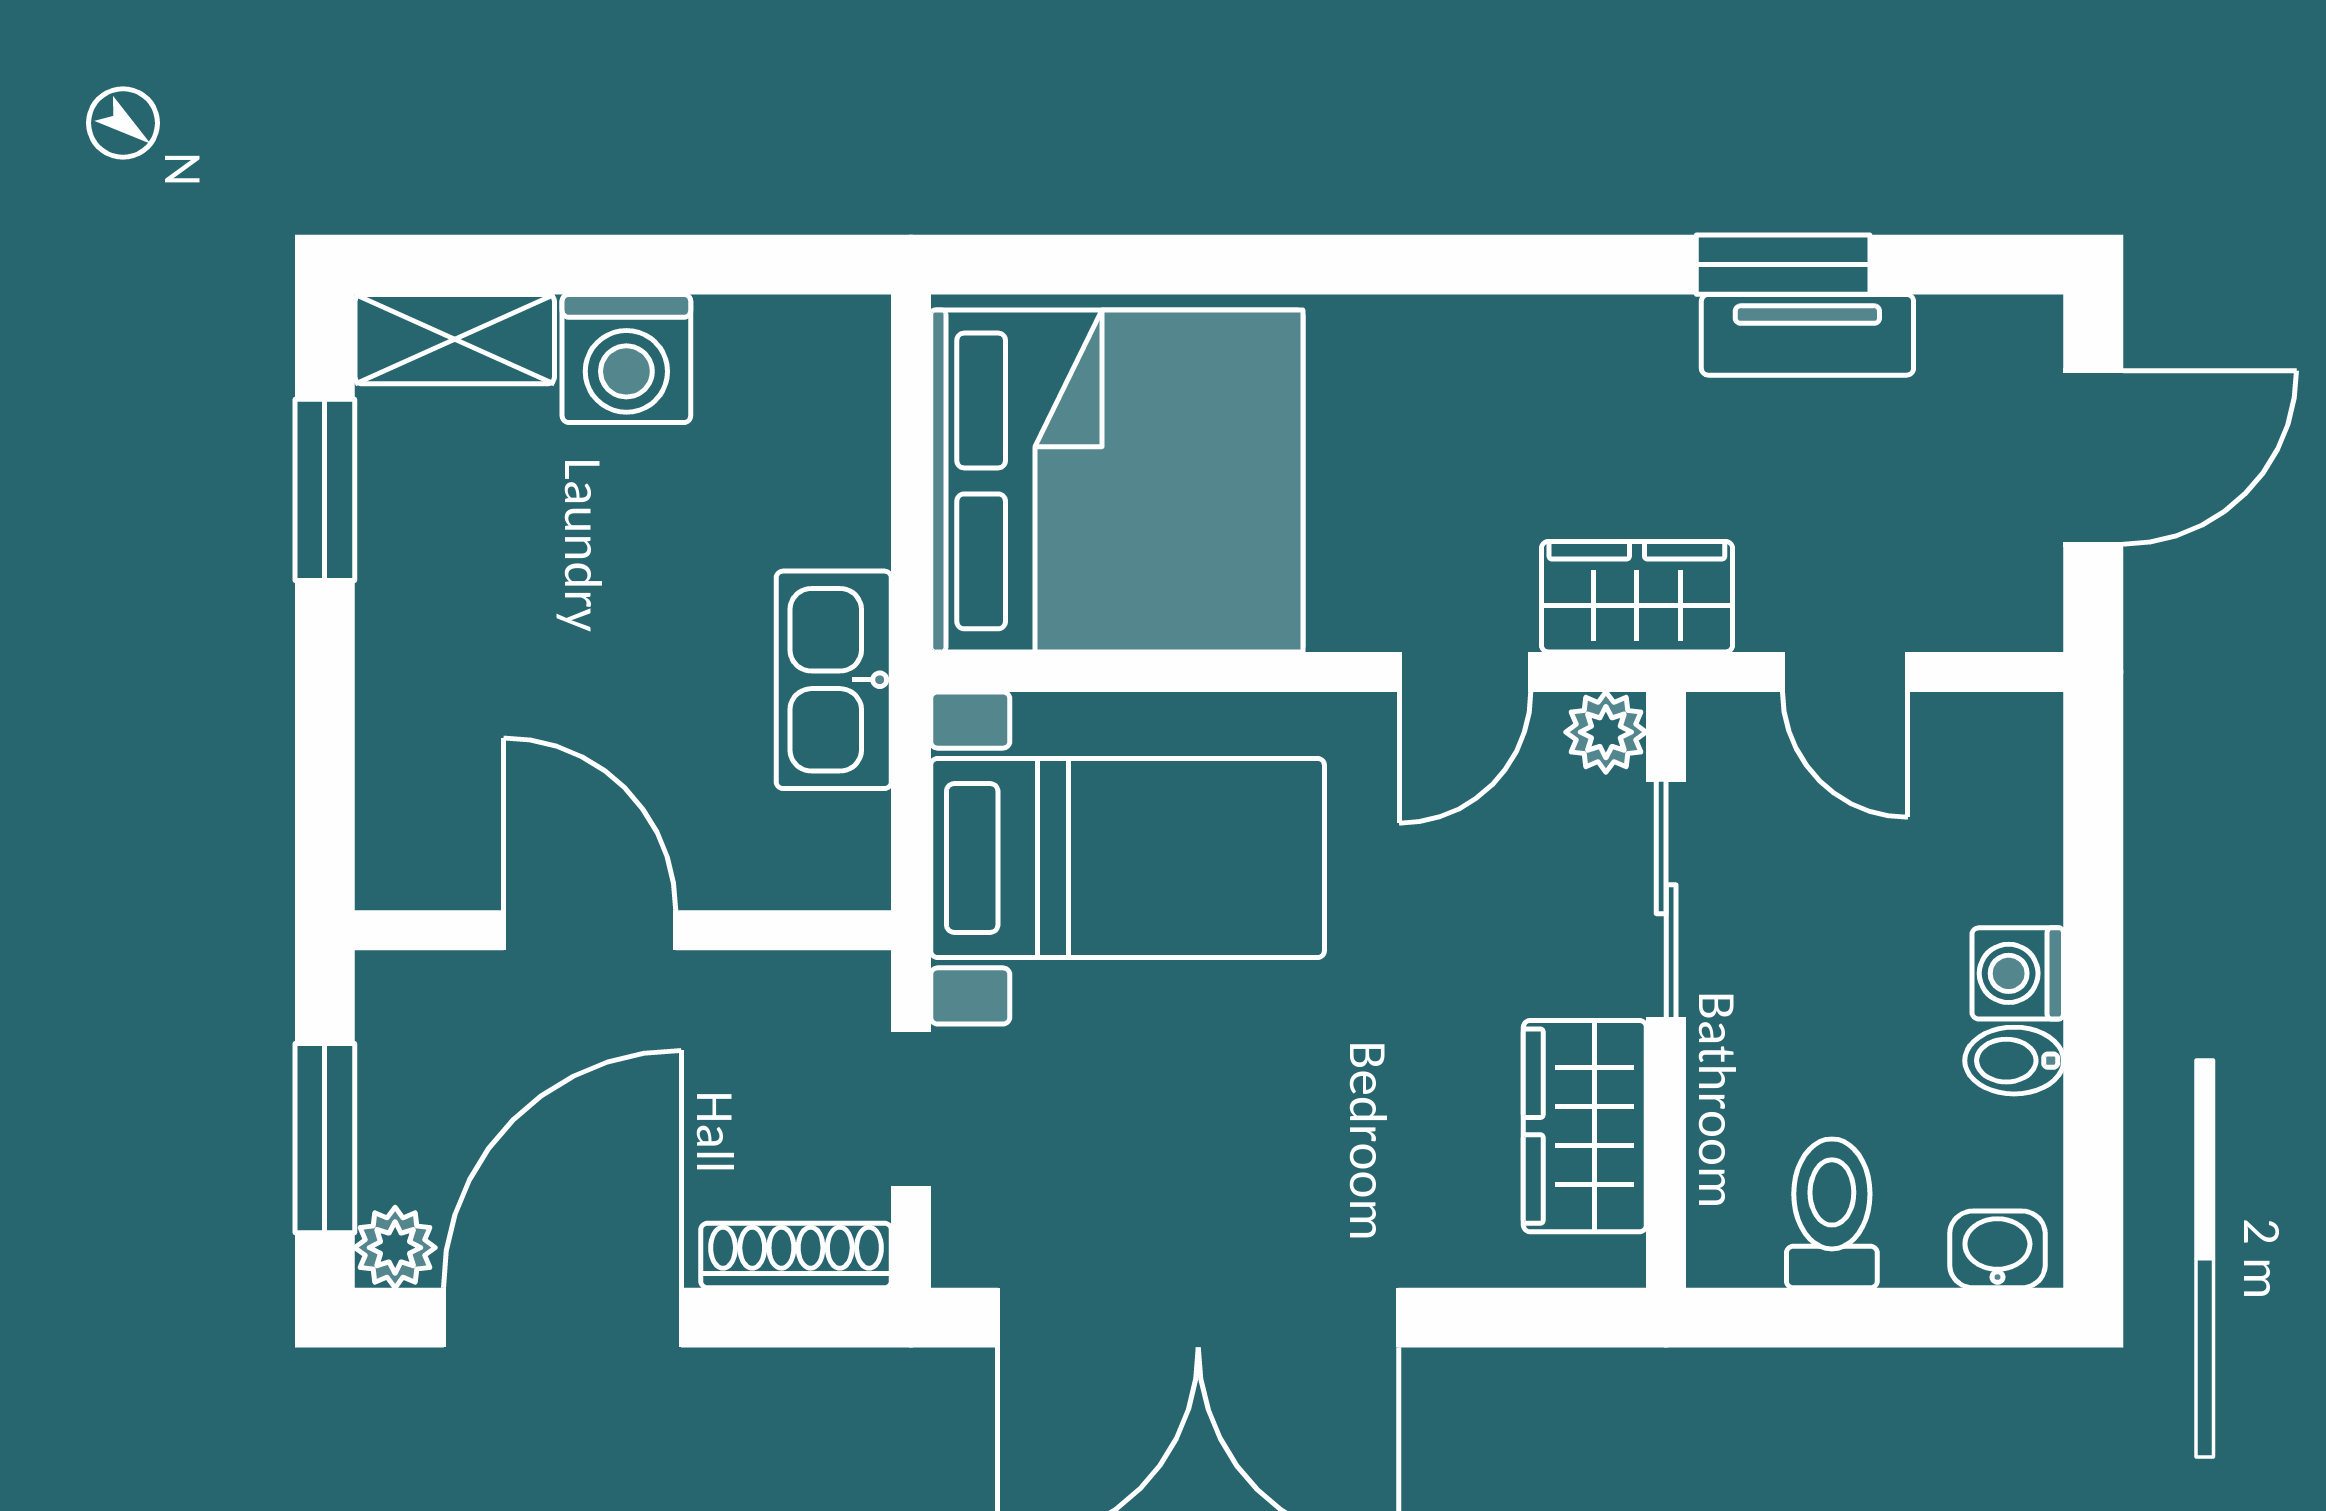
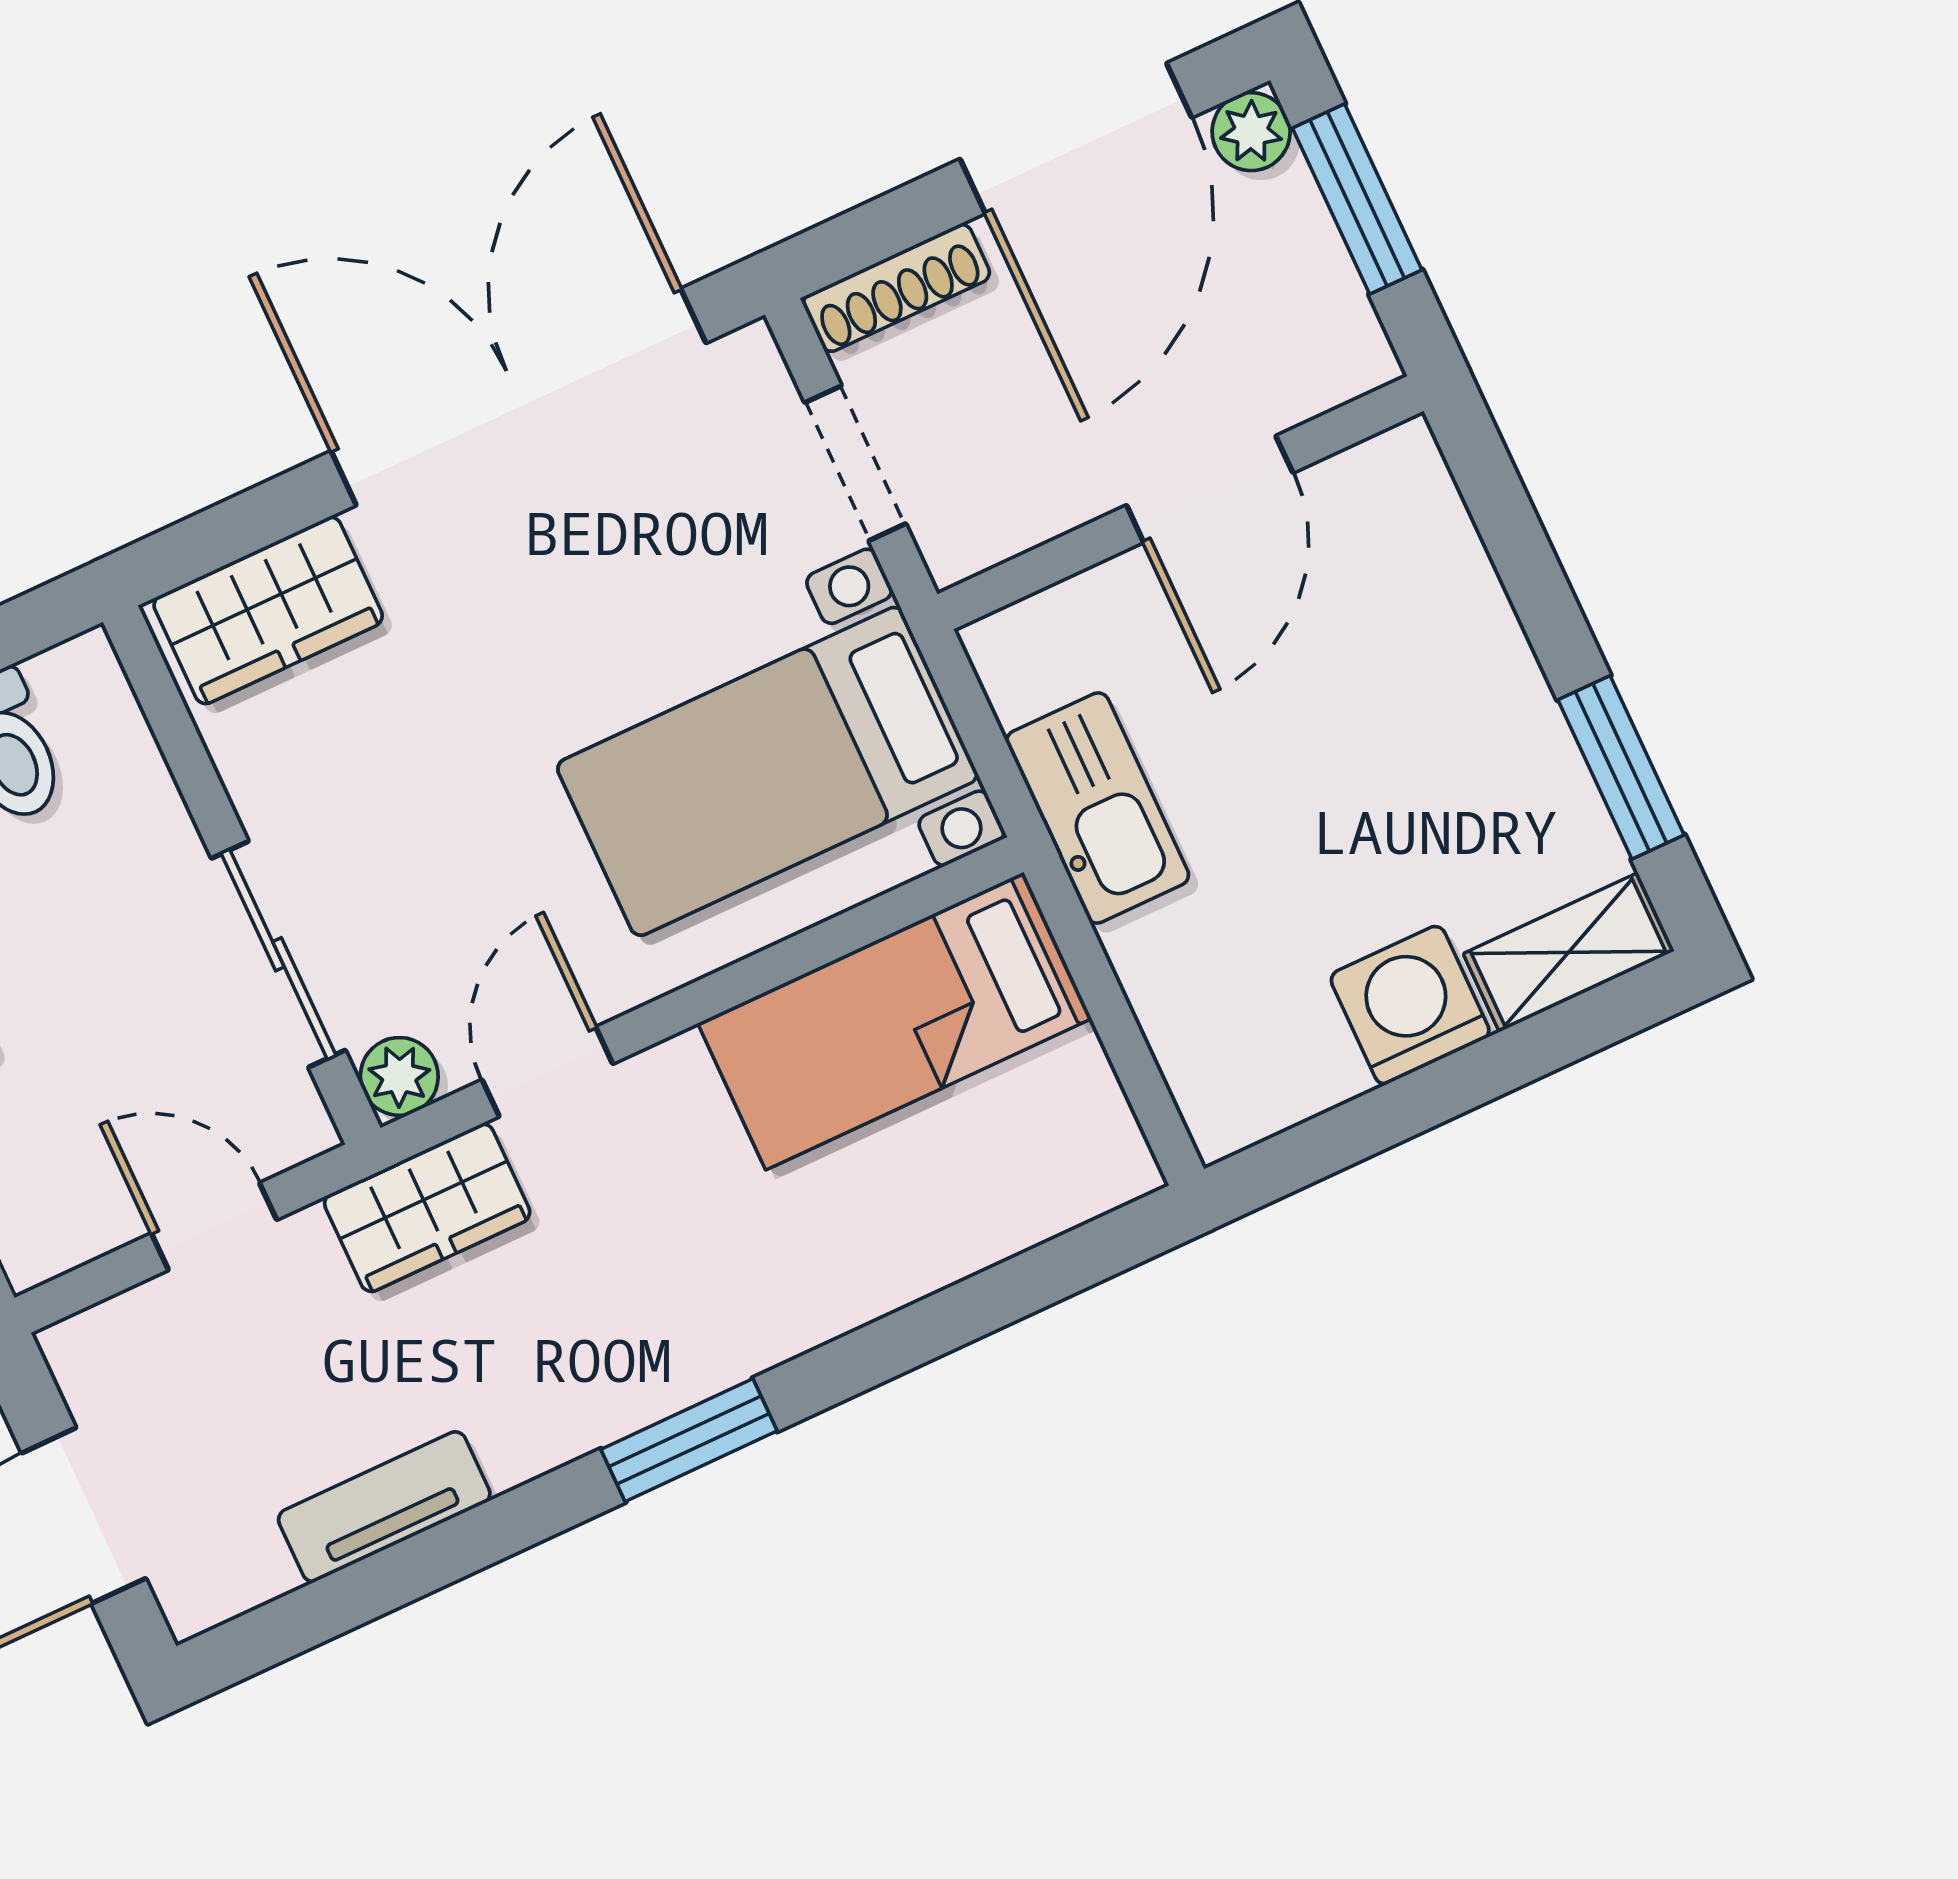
window: (1783, 265) -> (689, 1440), moved
bed: (1117, 481) -> (895, 1021), width x0.49
door: (590, 930) -> (1210, 489), hinge flipped
wardrobe: (1585, 1126) -> (268, 610), moved, turned 90

